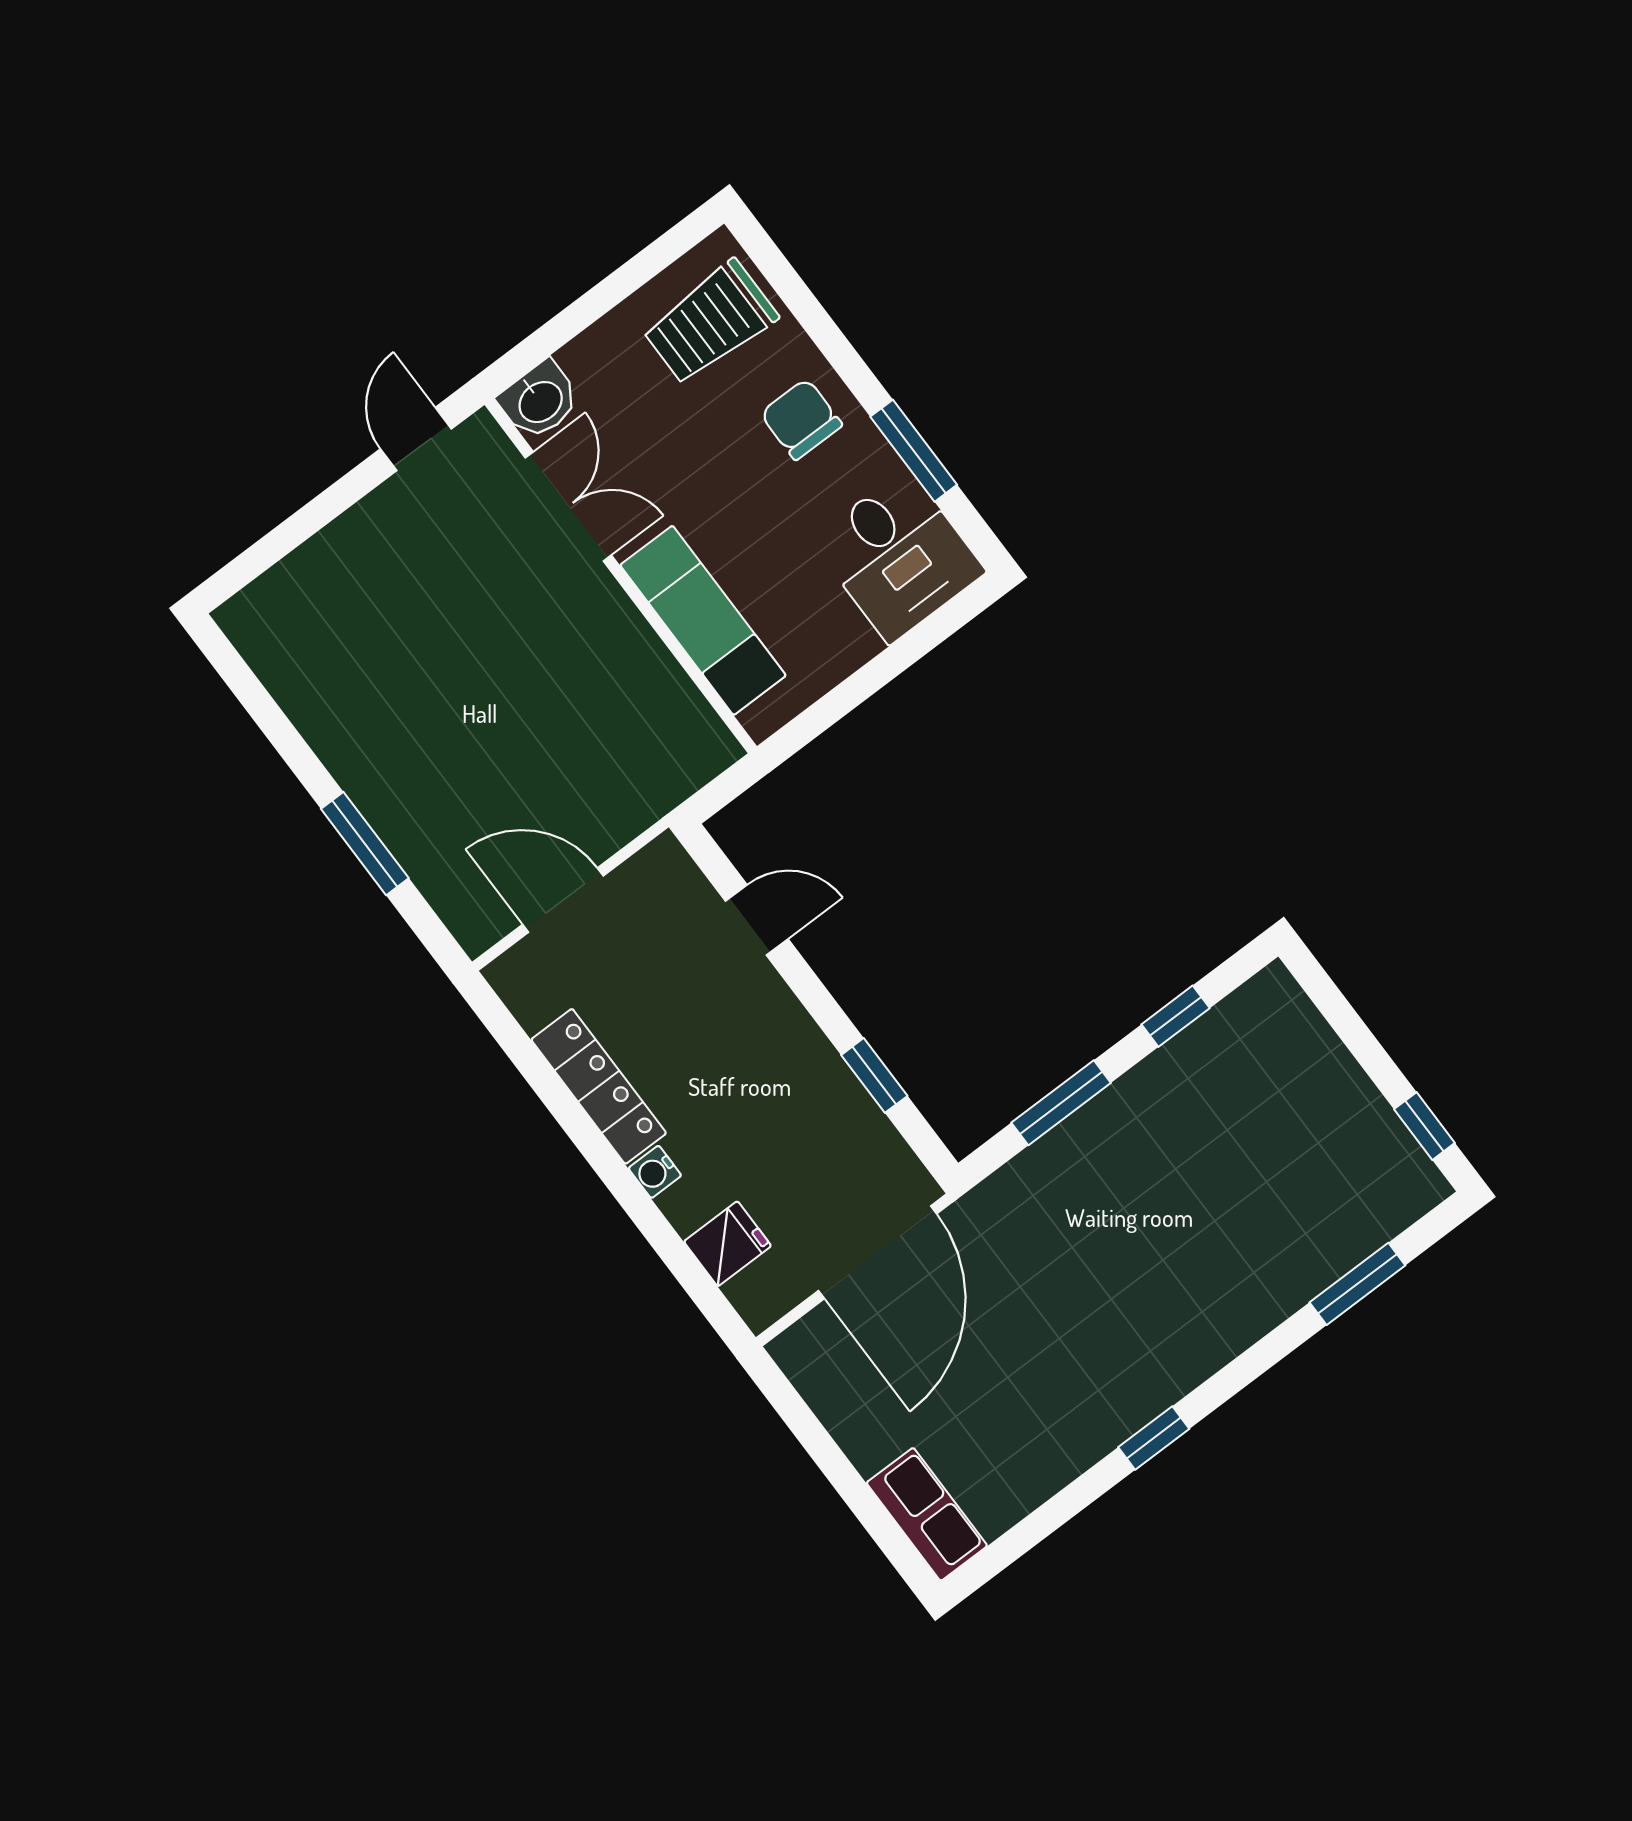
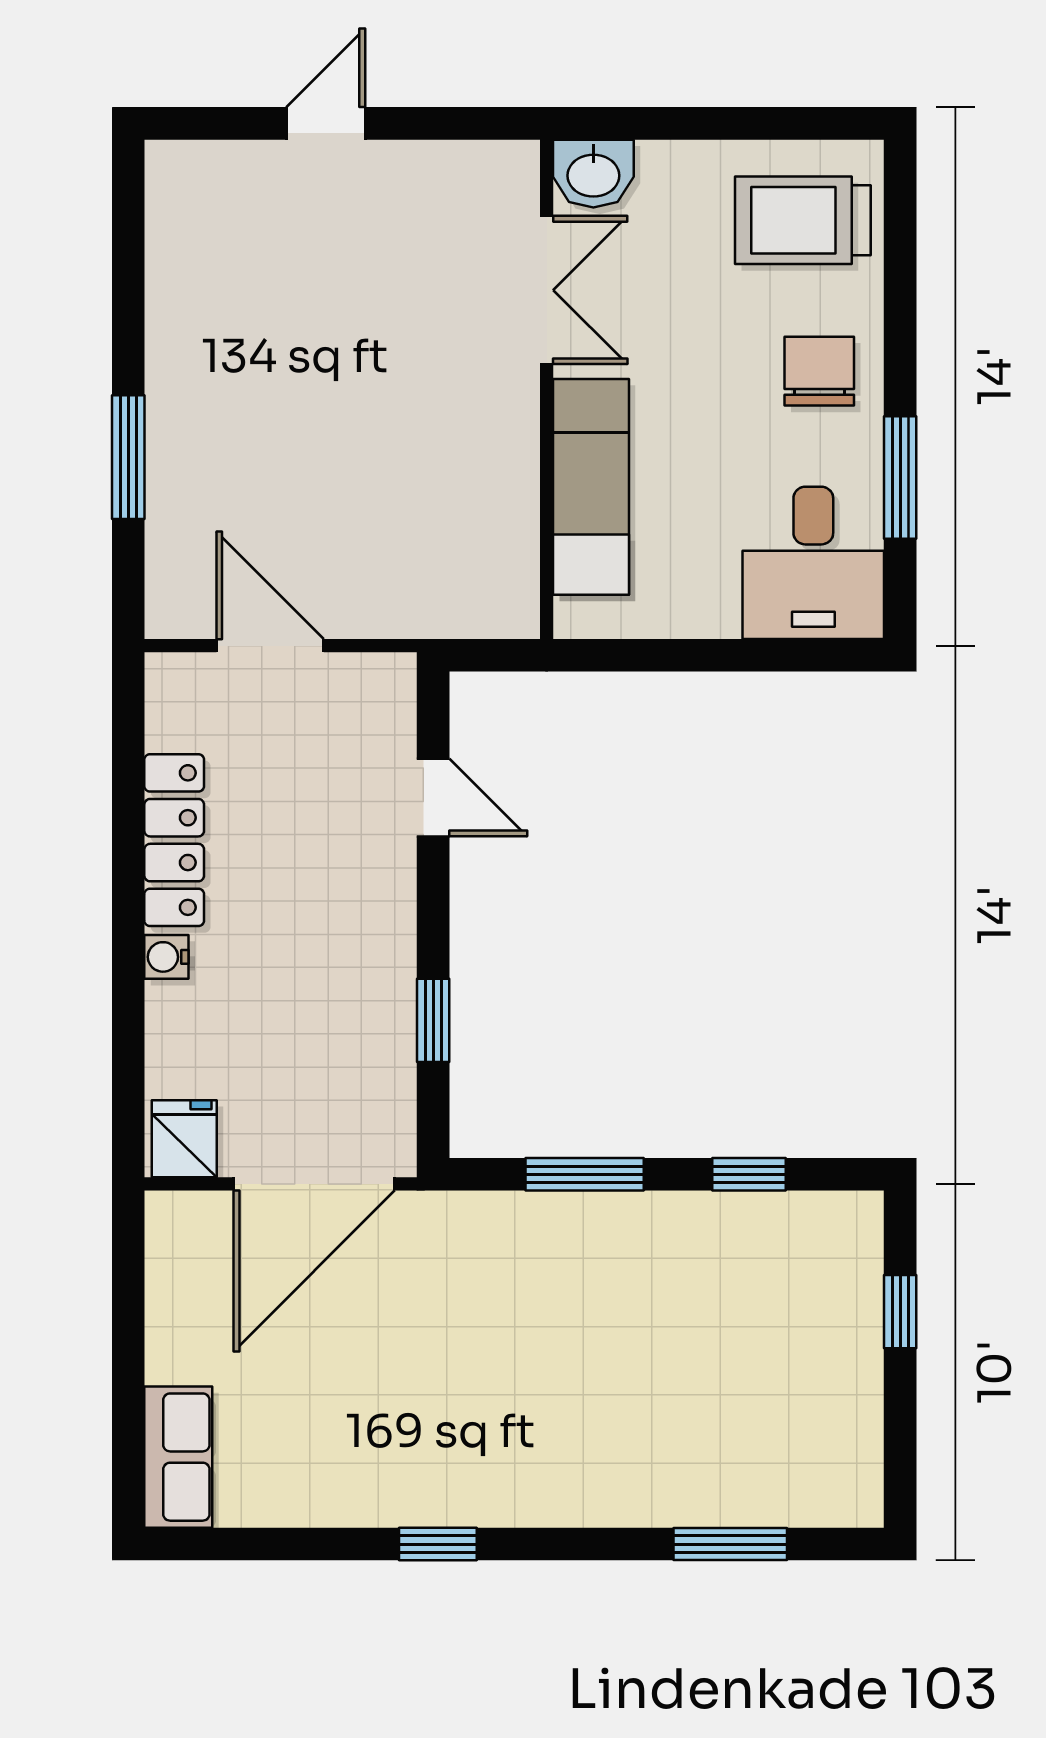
door: (416, 439) -> (326, 123), moved
window: (1424, 1126) -> (900, 1312), moved
fridge: (728, 1244) -> (184, 1139), moved, turned -90

